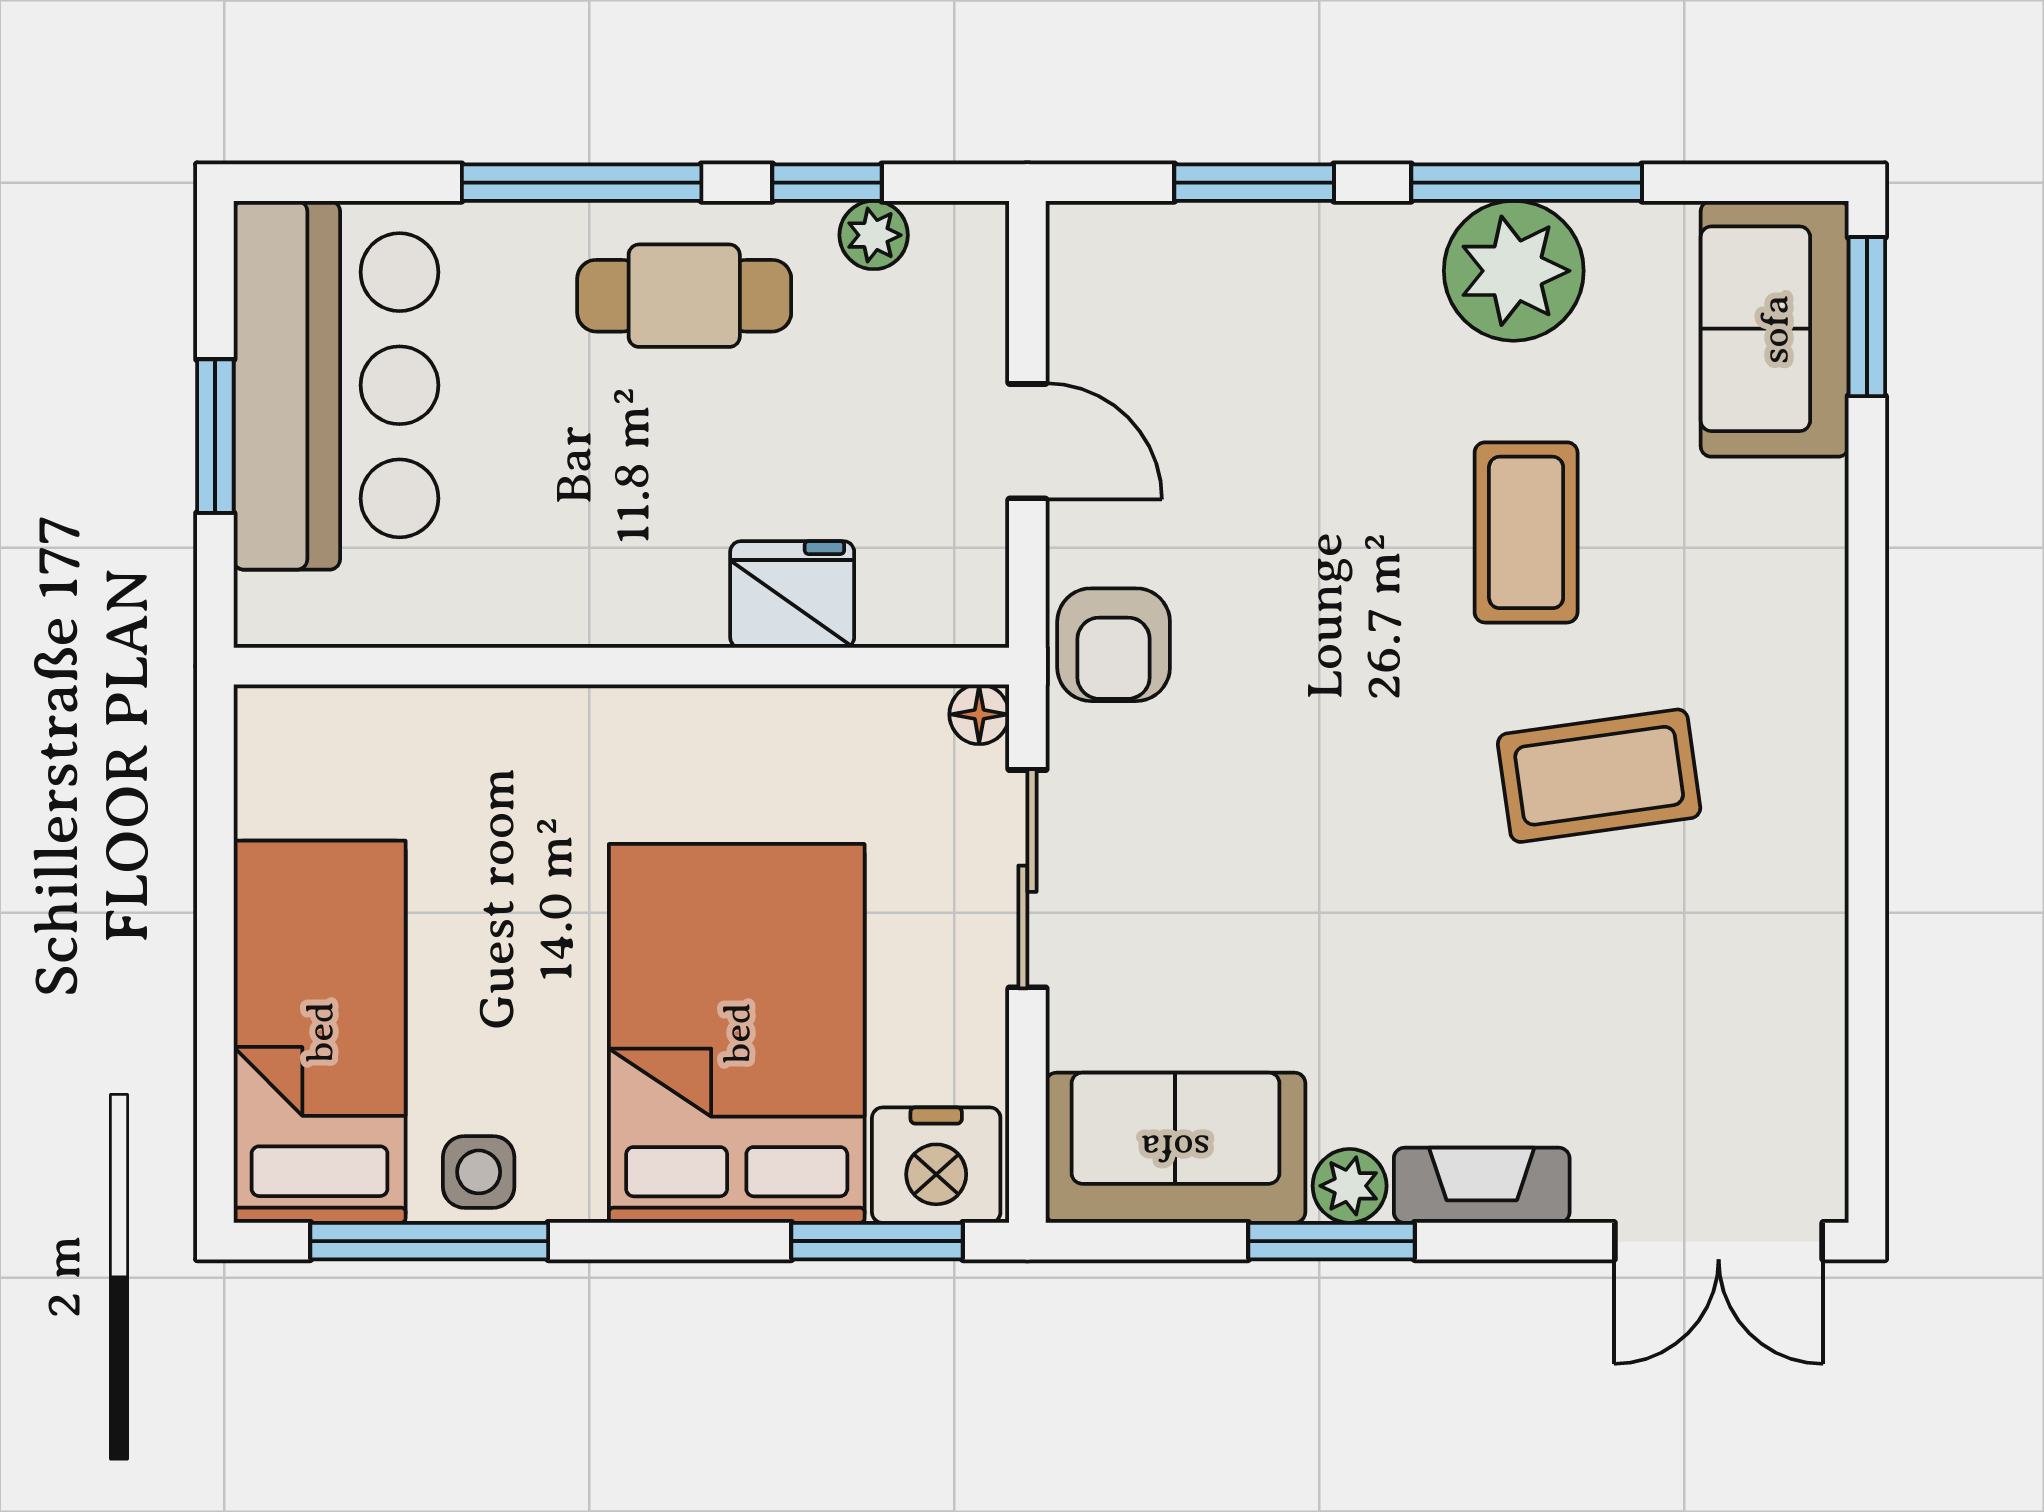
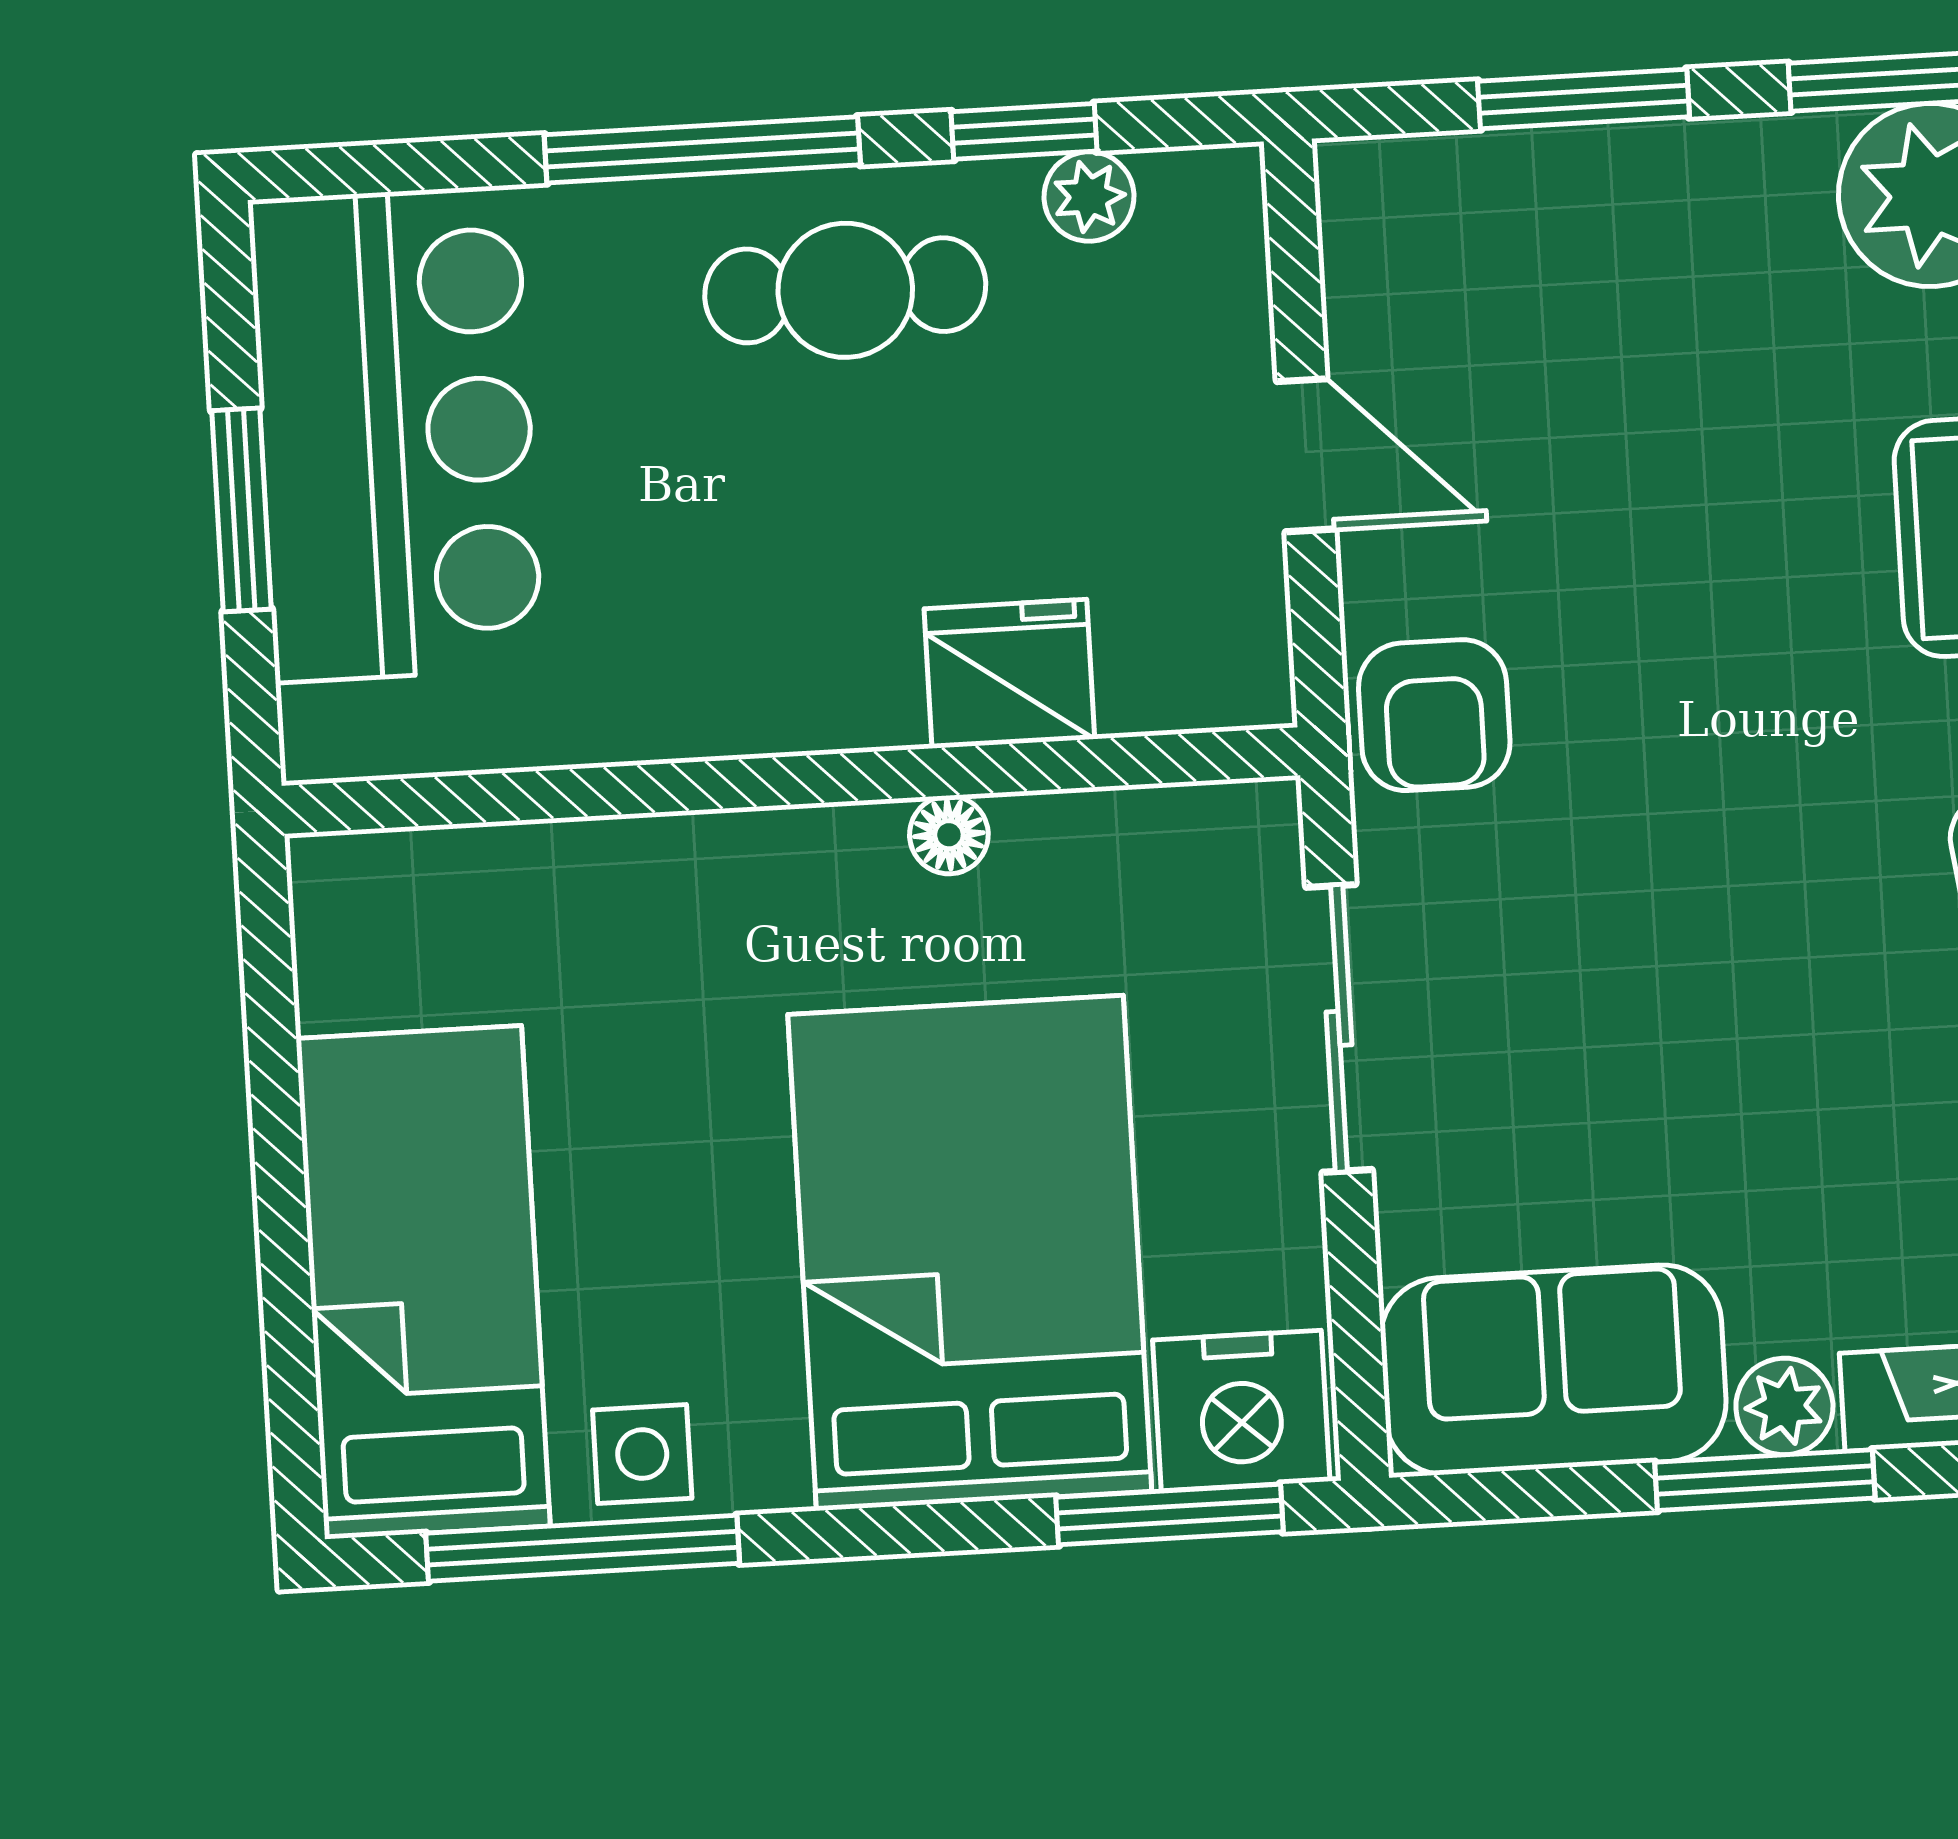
floor lamp: (979, 714) -> (949, 835), moved

